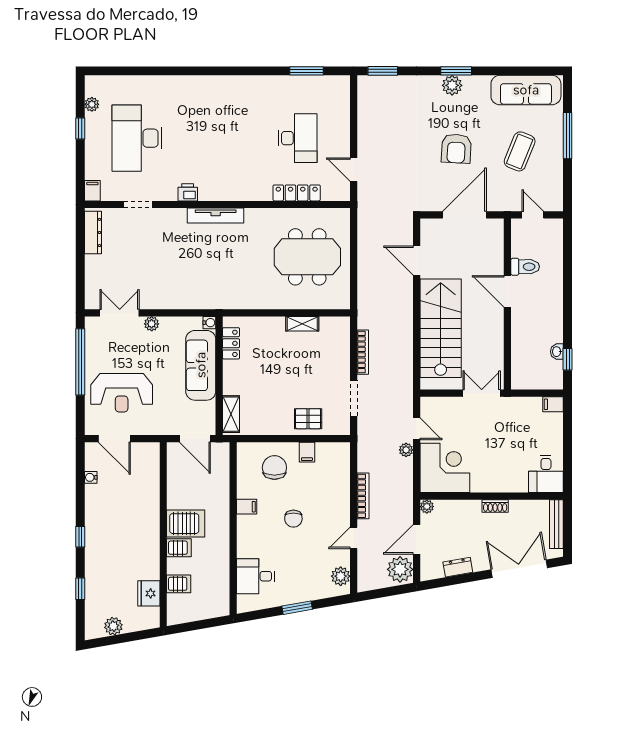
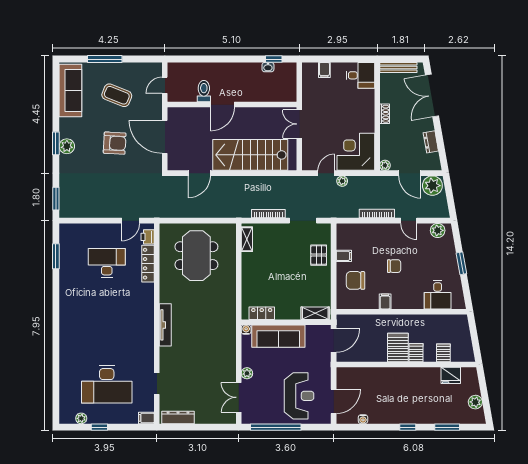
printer: (188, 192) -> (148, 237), moved
shelving: (302, 324) -> (247, 239), moved
filing cabinet: (553, 404) -> (324, 70), moved
window: (80, 589) -> (447, 427), width x1.50

